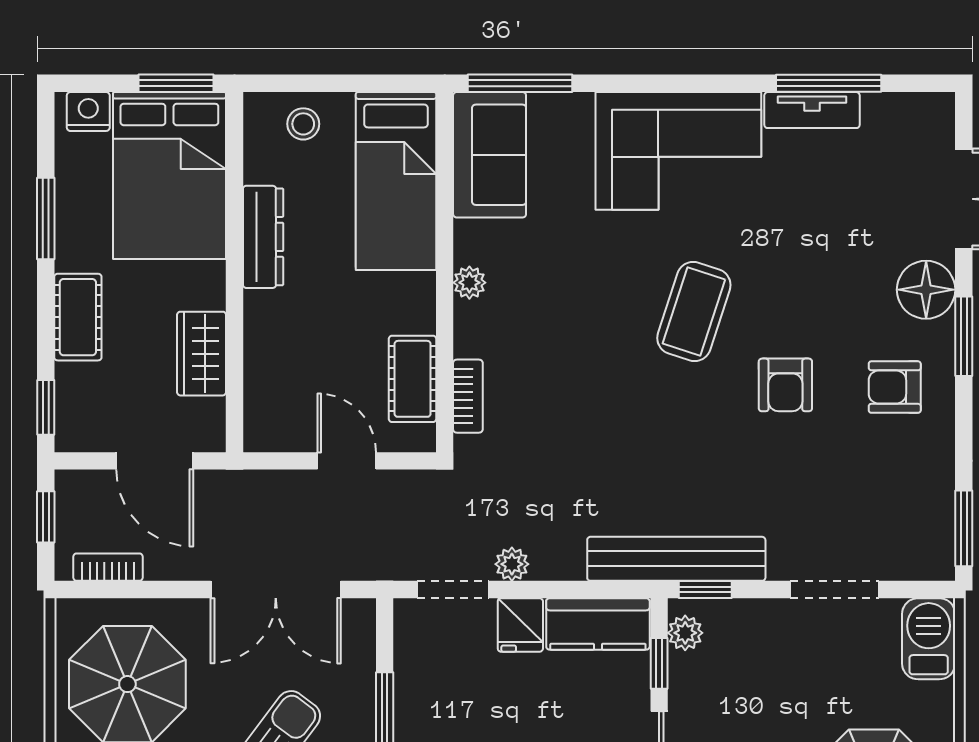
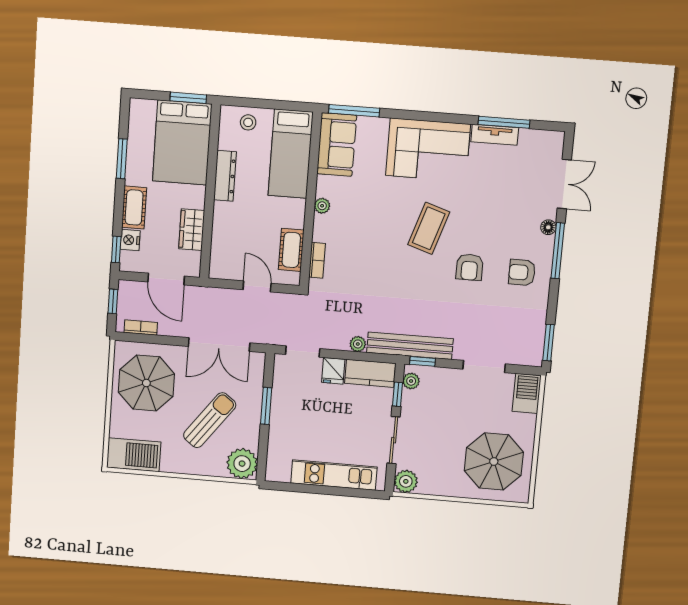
nightstand: (88, 112) -> (130, 240), moved, turned -90
floor lamp: (926, 290) -> (548, 227), width x0.53, depth x0.53
window: (964, 336) -> (558, 251), width x1.44
plant: (512, 564) -> (358, 344), moved

